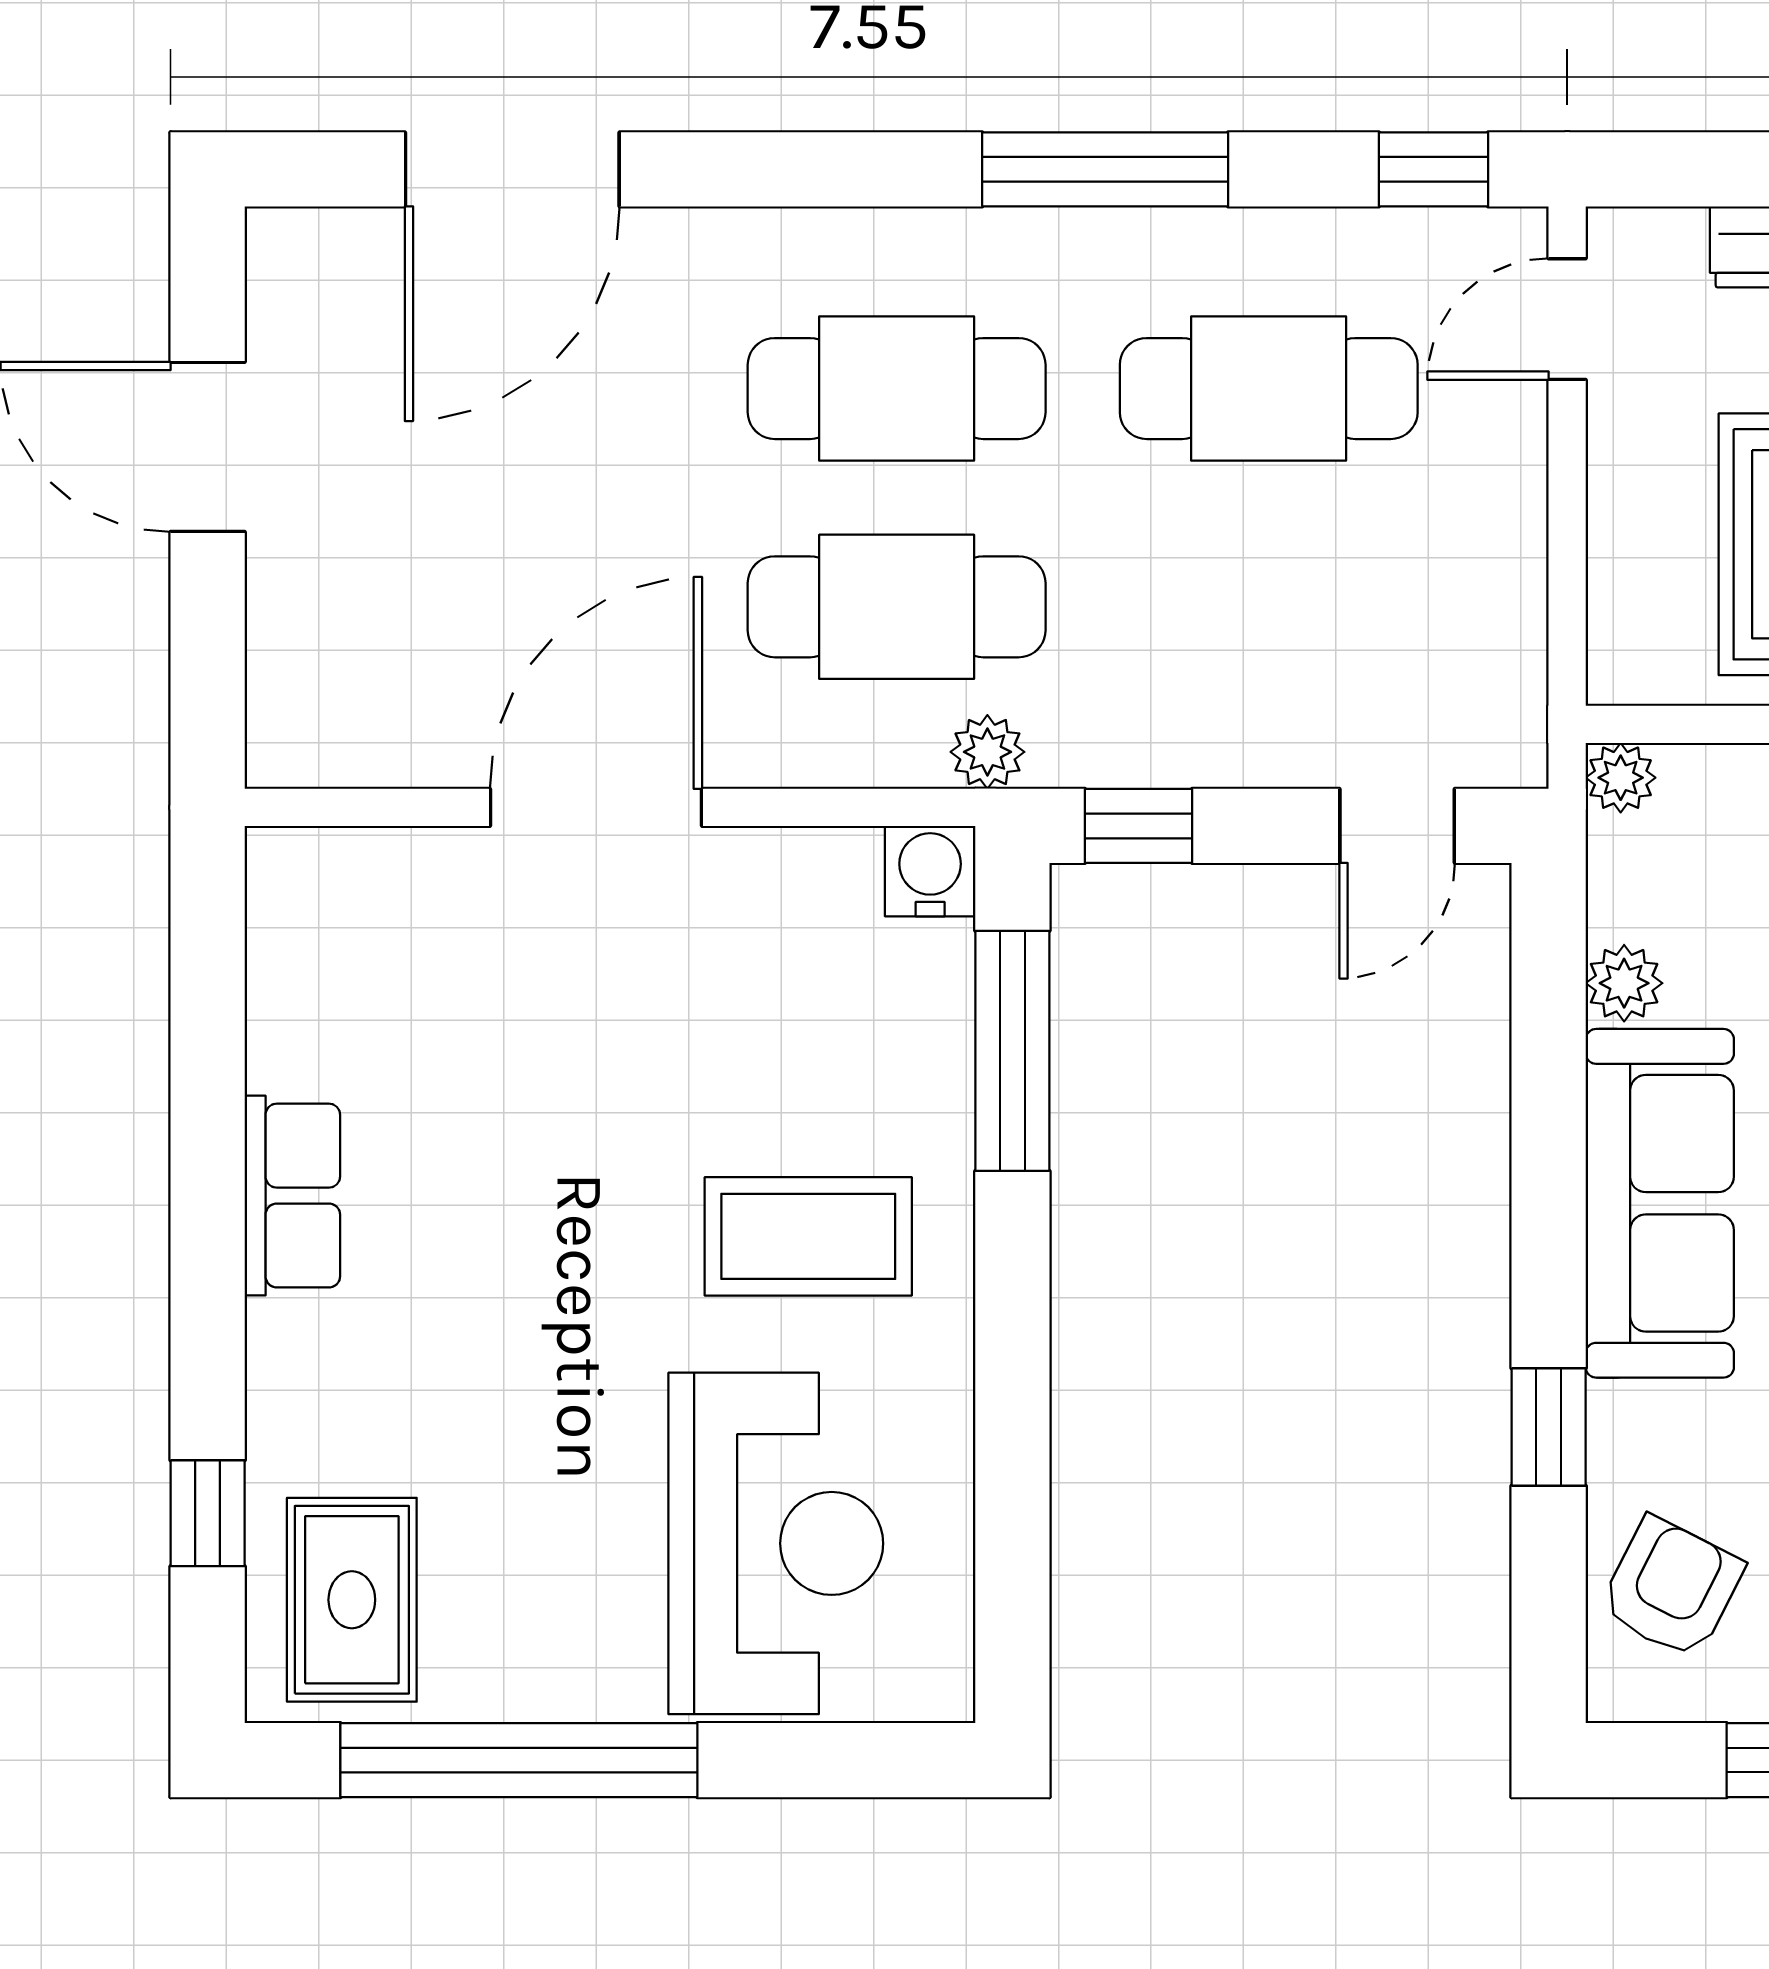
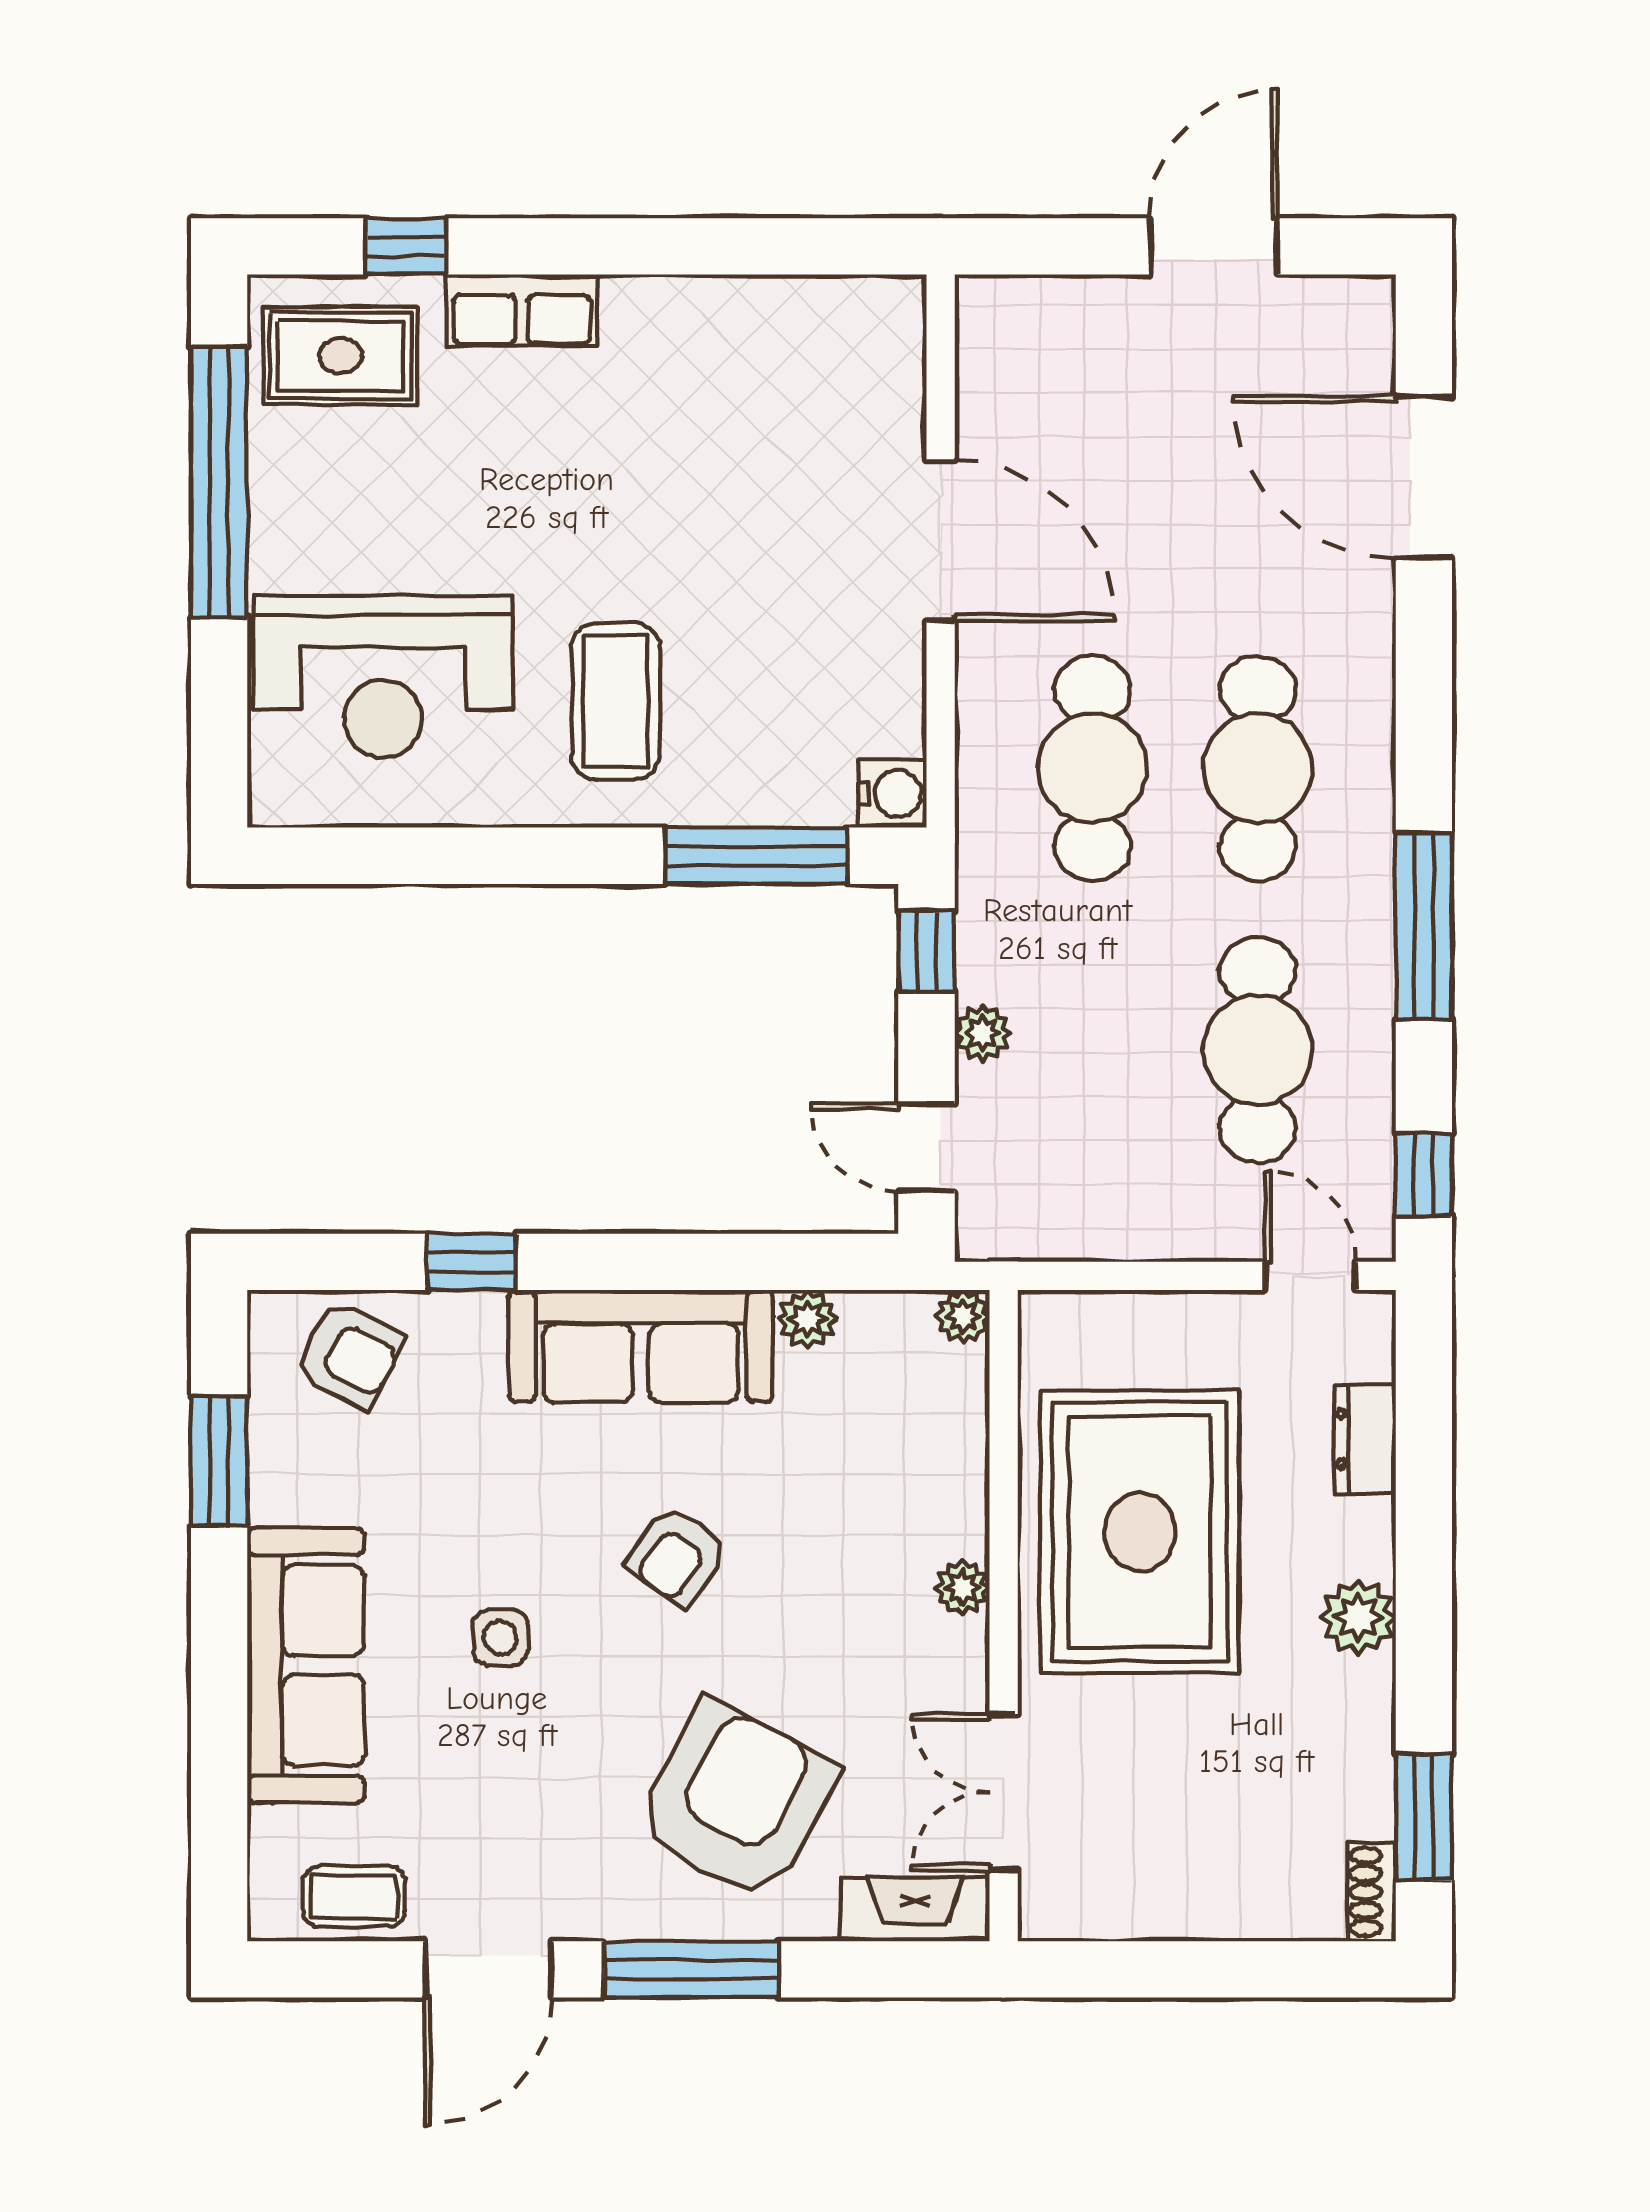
plant: (987, 752) -> (983, 1033), moved
row of seats: (292, 1196) -> (522, 311), moved

